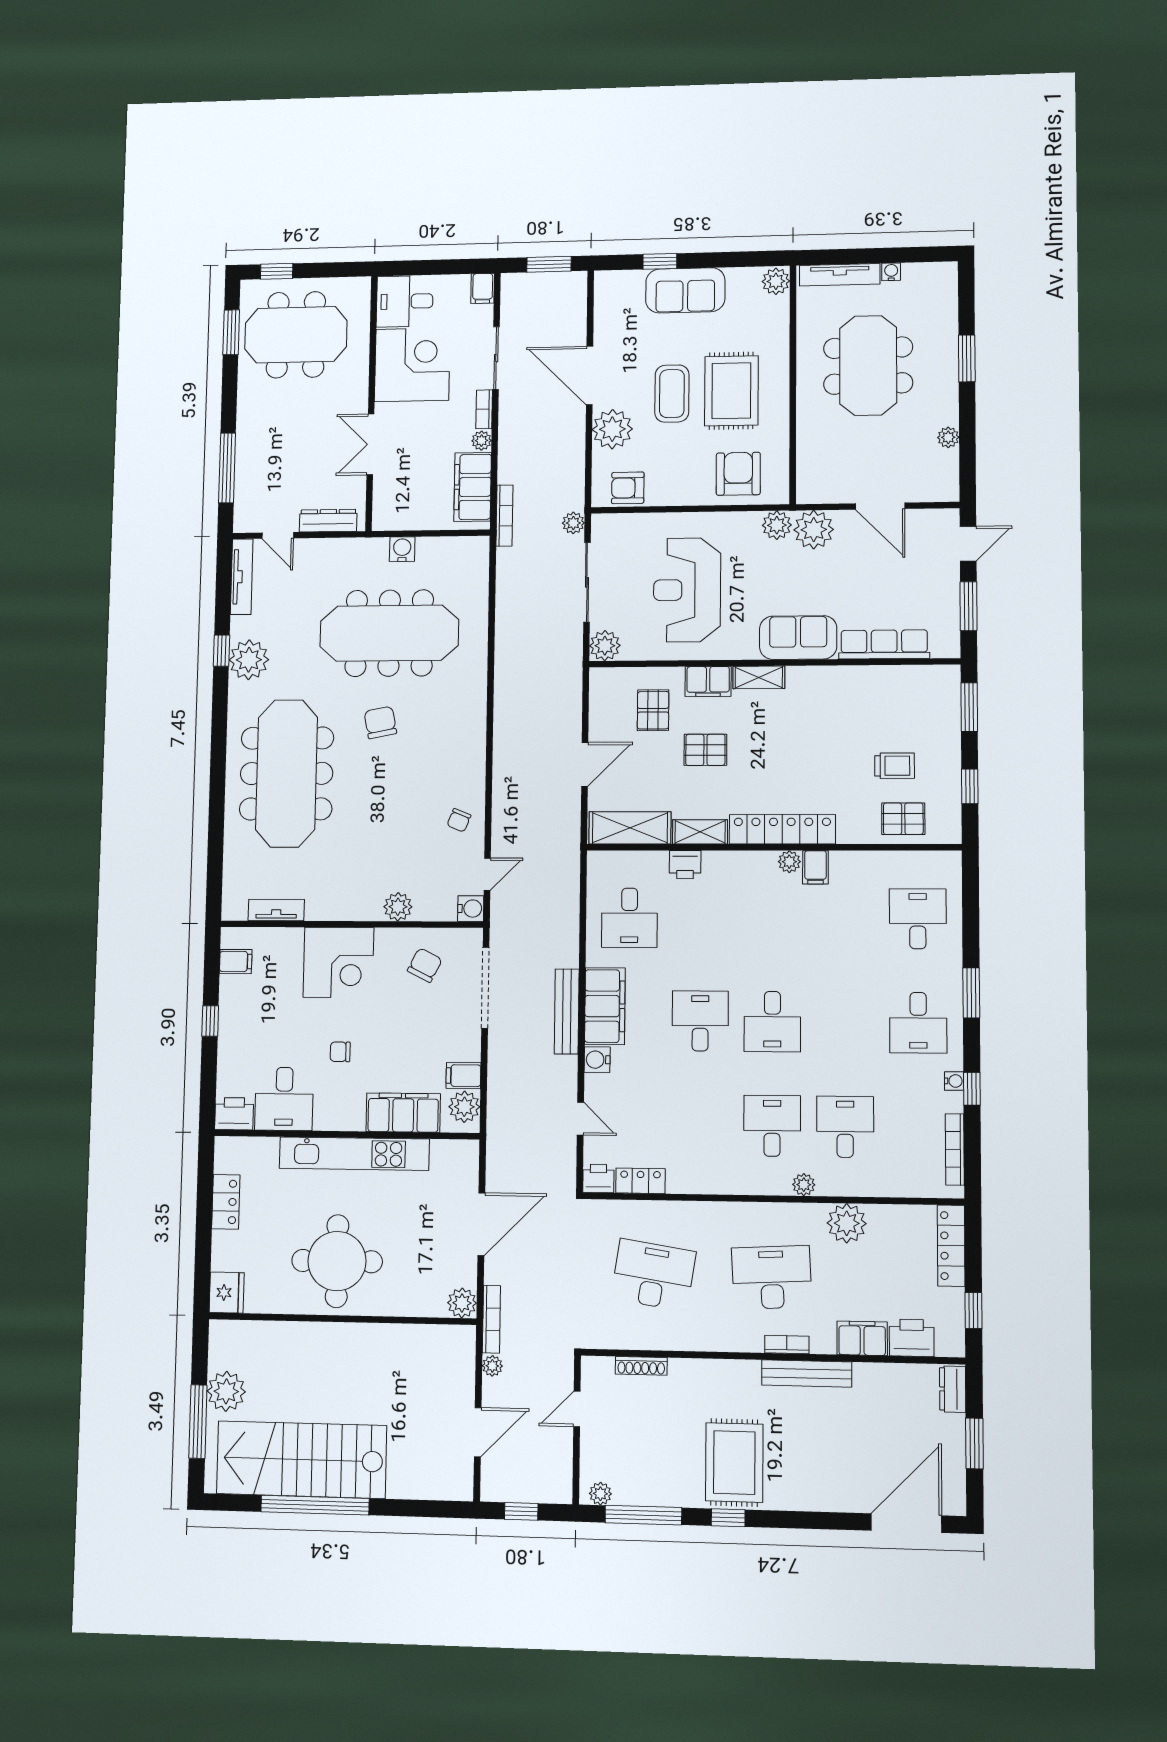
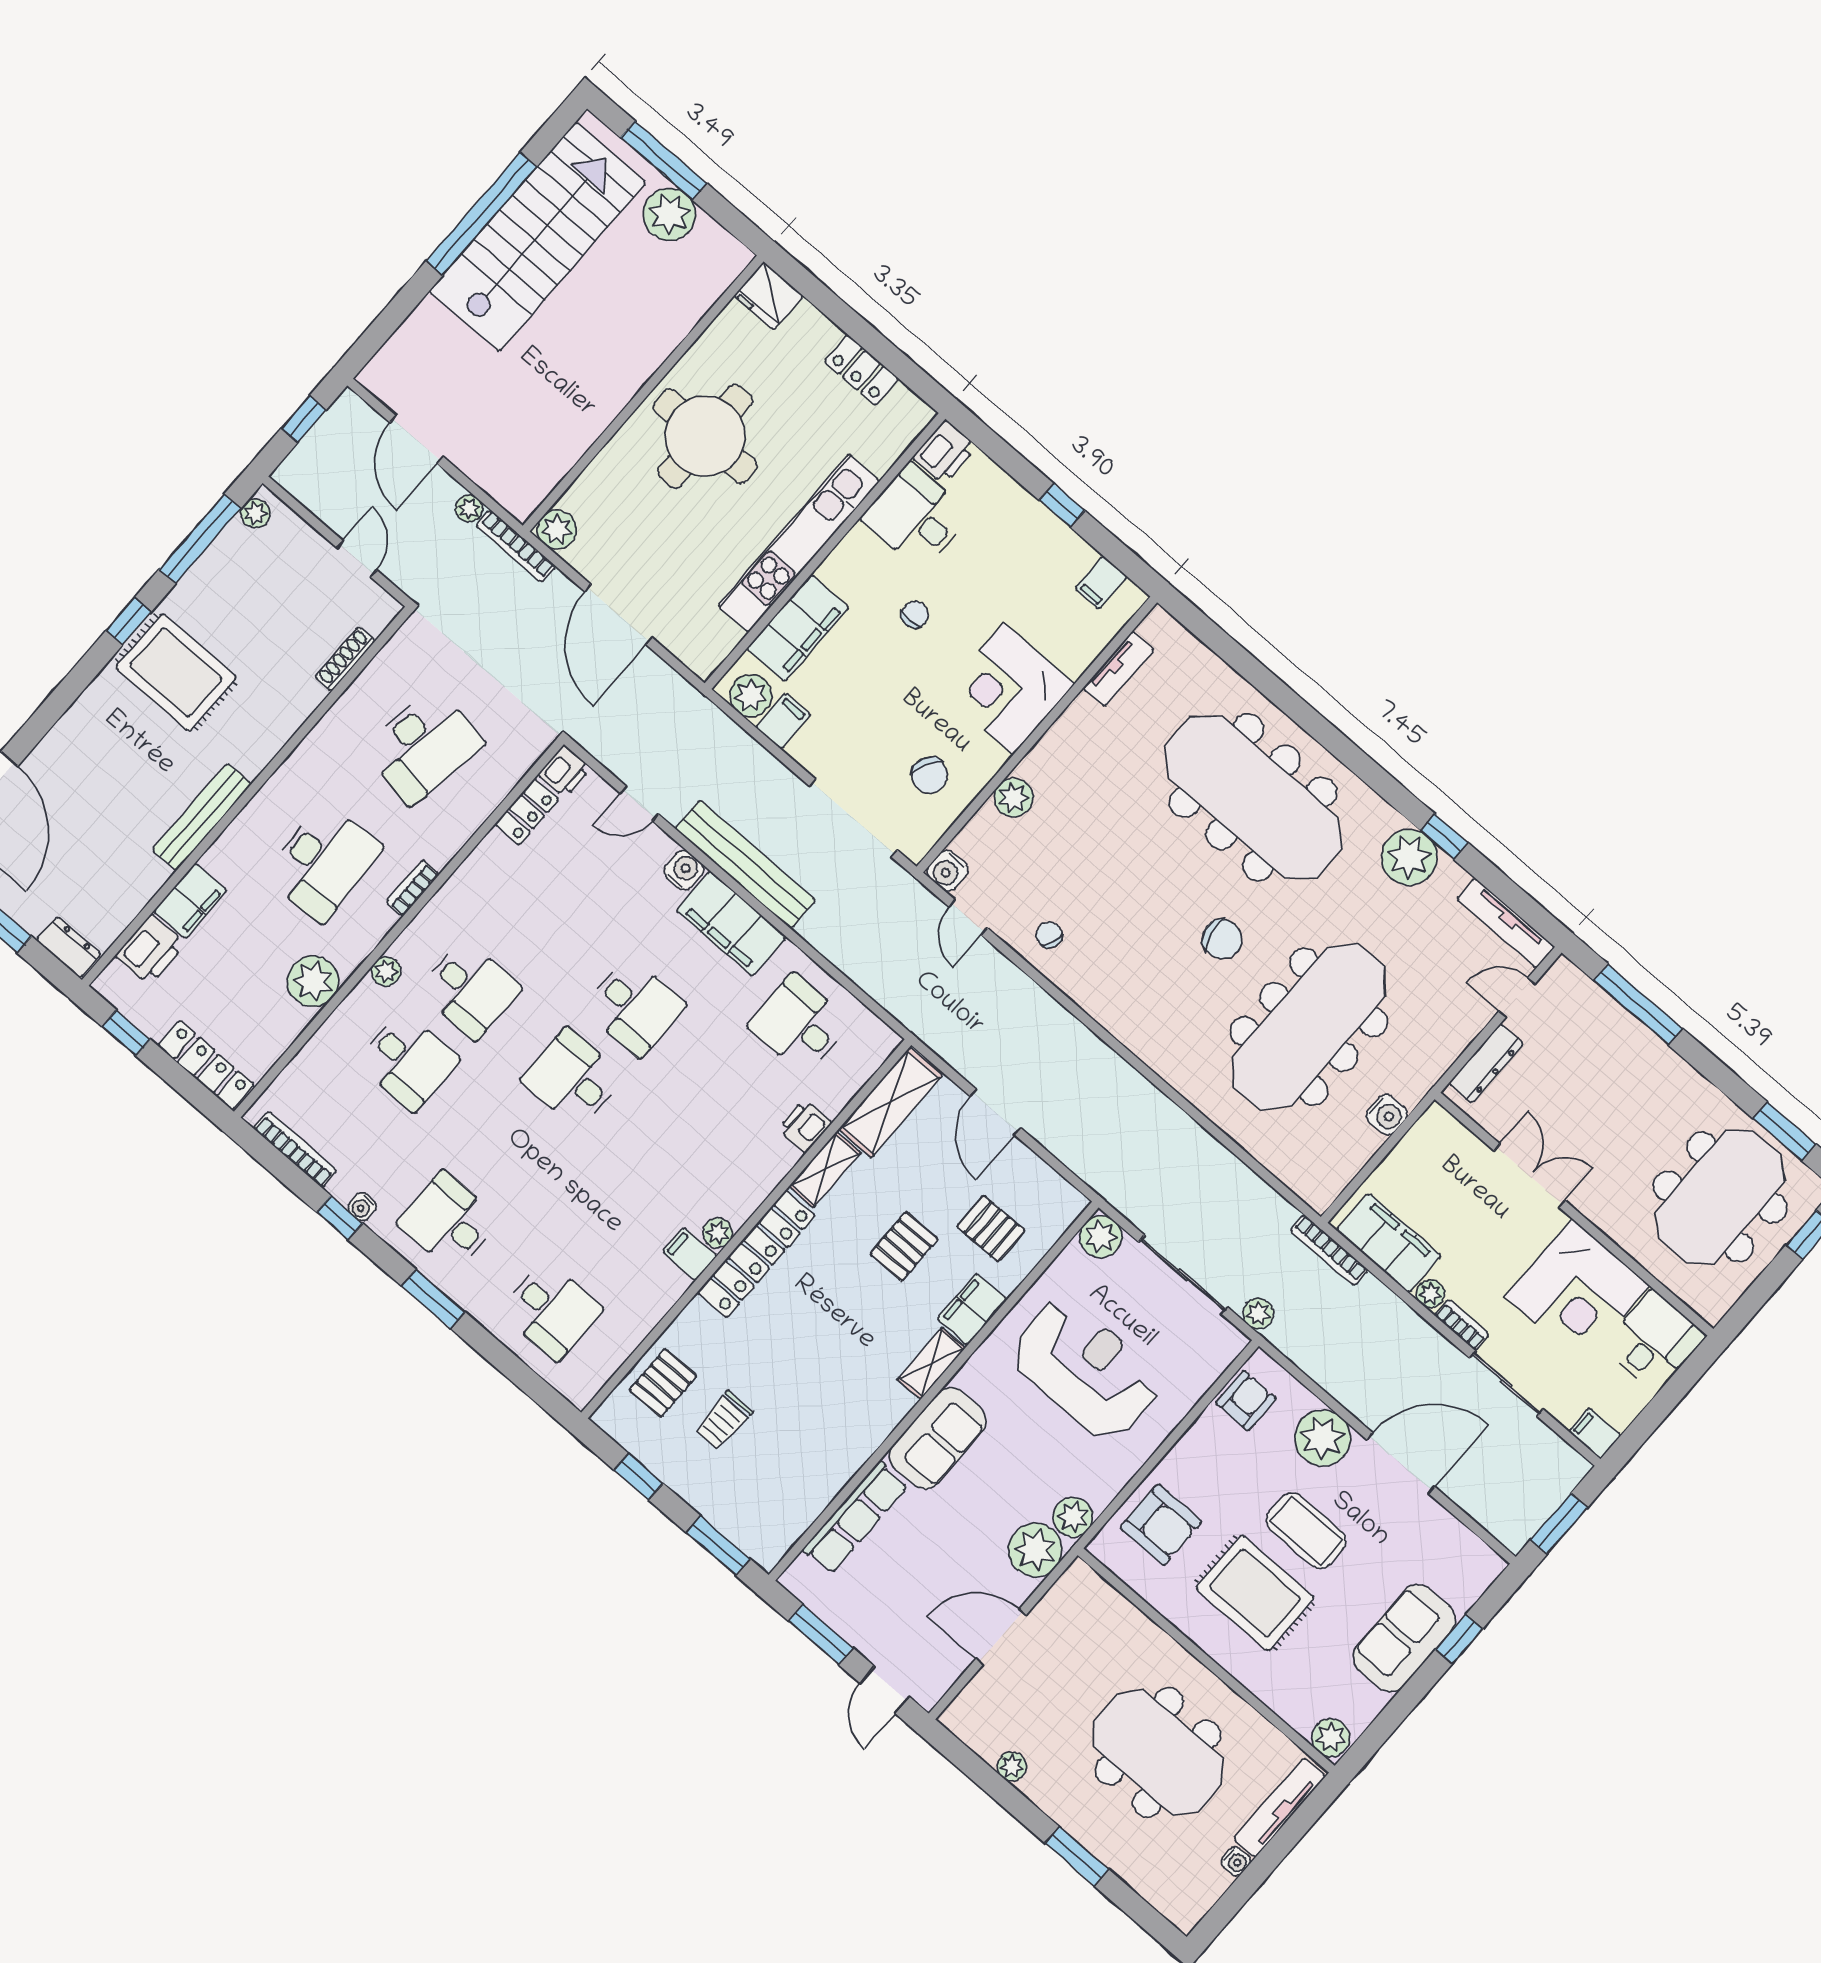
bench: (567, 1011) -> (745, 864), width x1.37, depth x1.21
bookcase: (787, 1345) -> (413, 888), moved, turned 180

